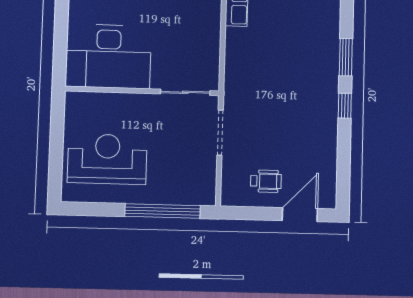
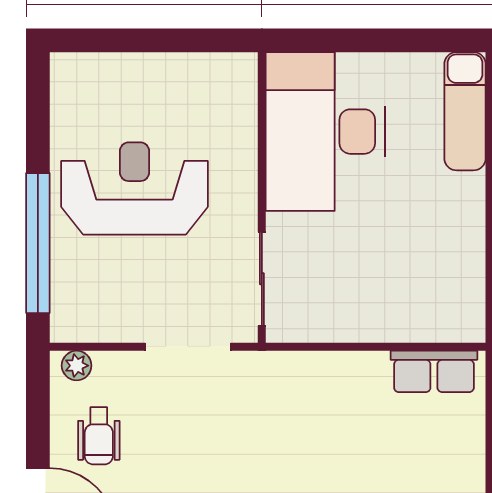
reception desk: (107, 159) -> (134, 188), moved, turned -90
plant: (228, 192) -> (77, 366), added

